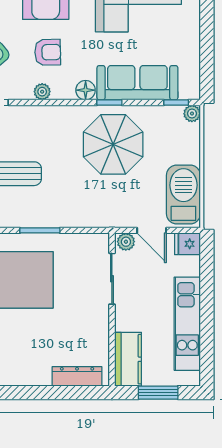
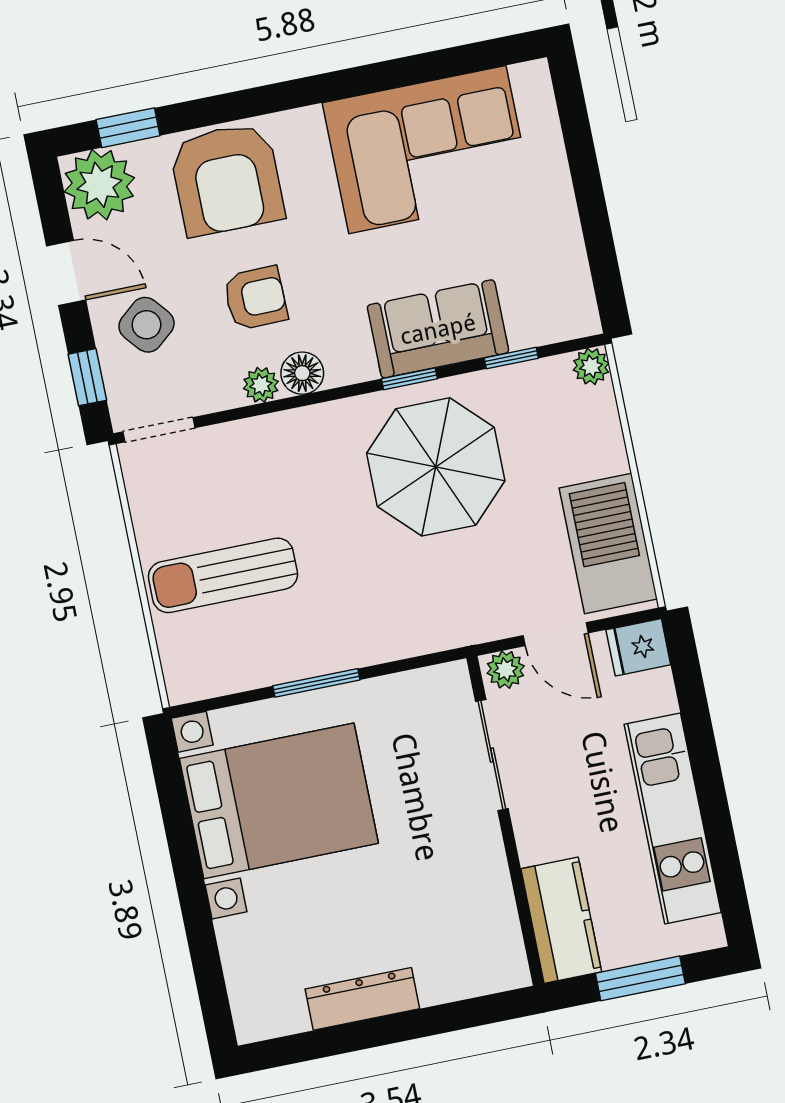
sofa: (137, 83) -> (438, 329), width x0.73
floor lamp: (86, 90) -> (302, 373), moved
window: (176, 102) -> (511, 358), moved
dresser: (77, 376) -> (362, 999), moved

